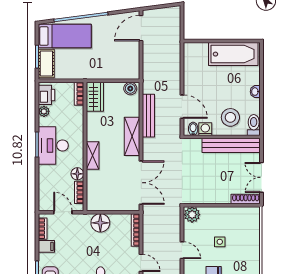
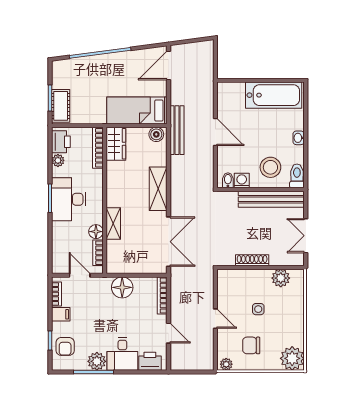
bed: (65, 36) -> (137, 110), moved, turned 180
bookcase: (79, 94) -> (98, 148), width x1.56
door: (182, 107) -> (215, 132), moved
bench: (148, 116) -> (177, 130), moved
shelving: (93, 155) -> (113, 223), moved
shoe rack: (246, 199) -> (252, 260), moved
plant: (192, 215) -> (281, 278), moved

